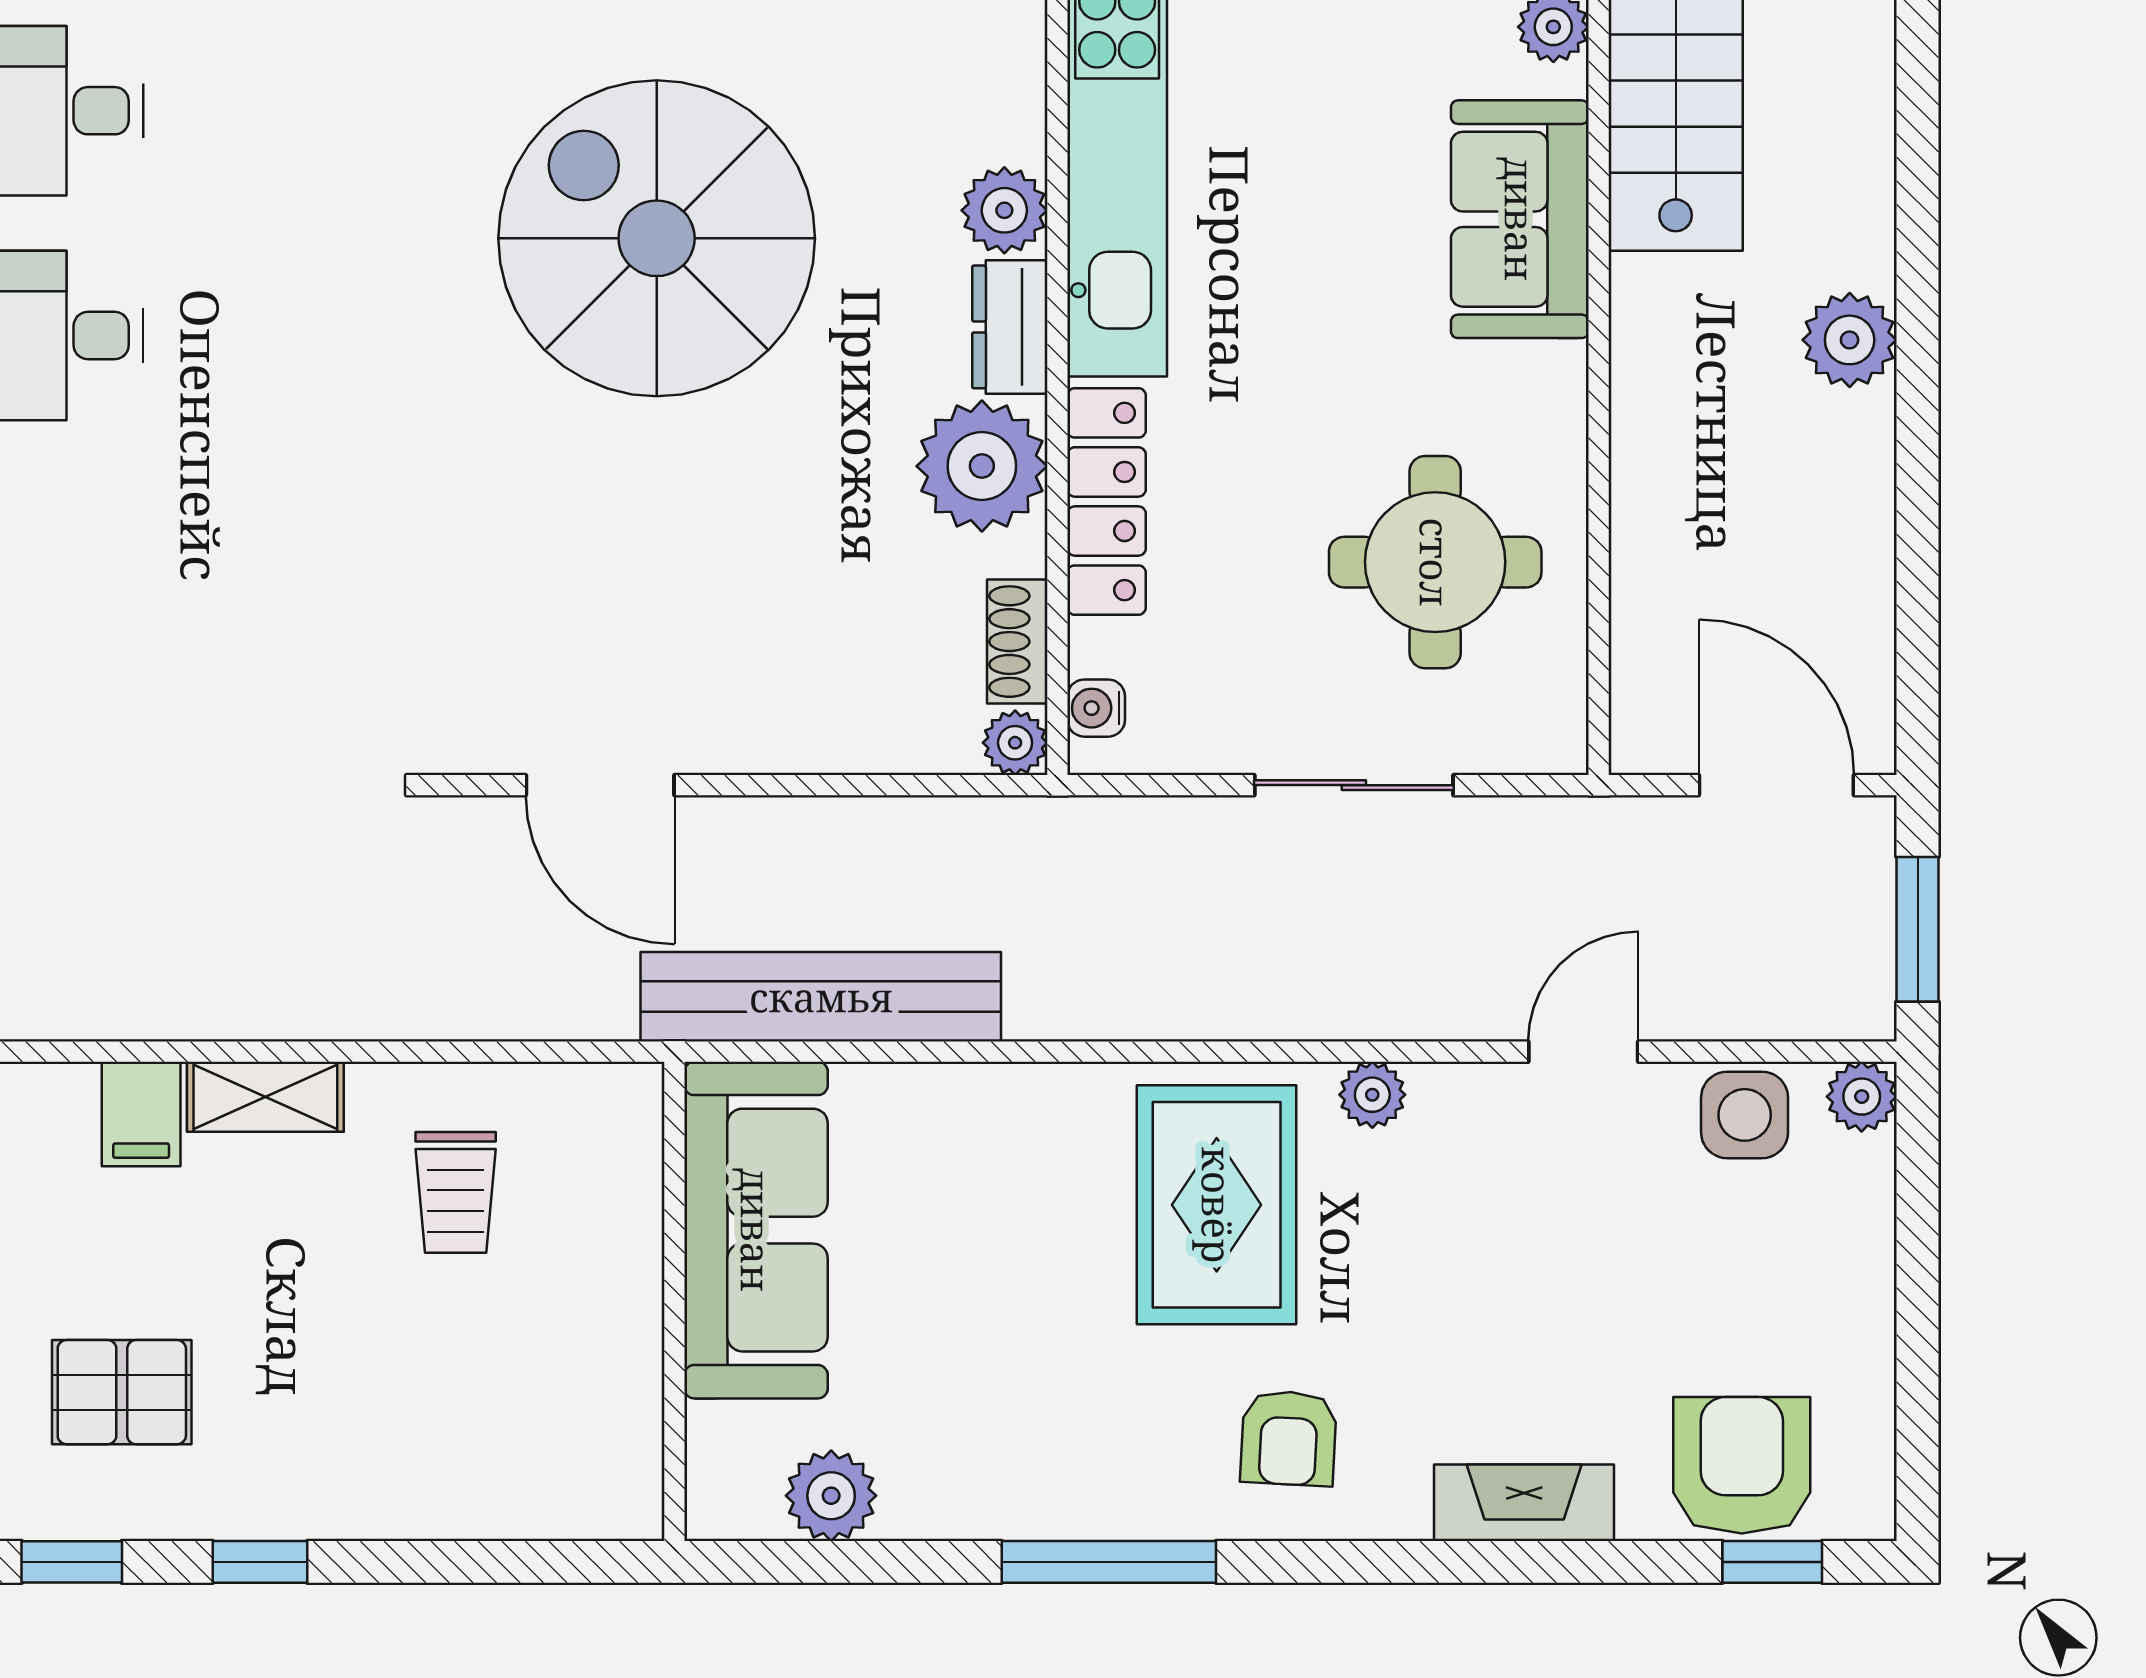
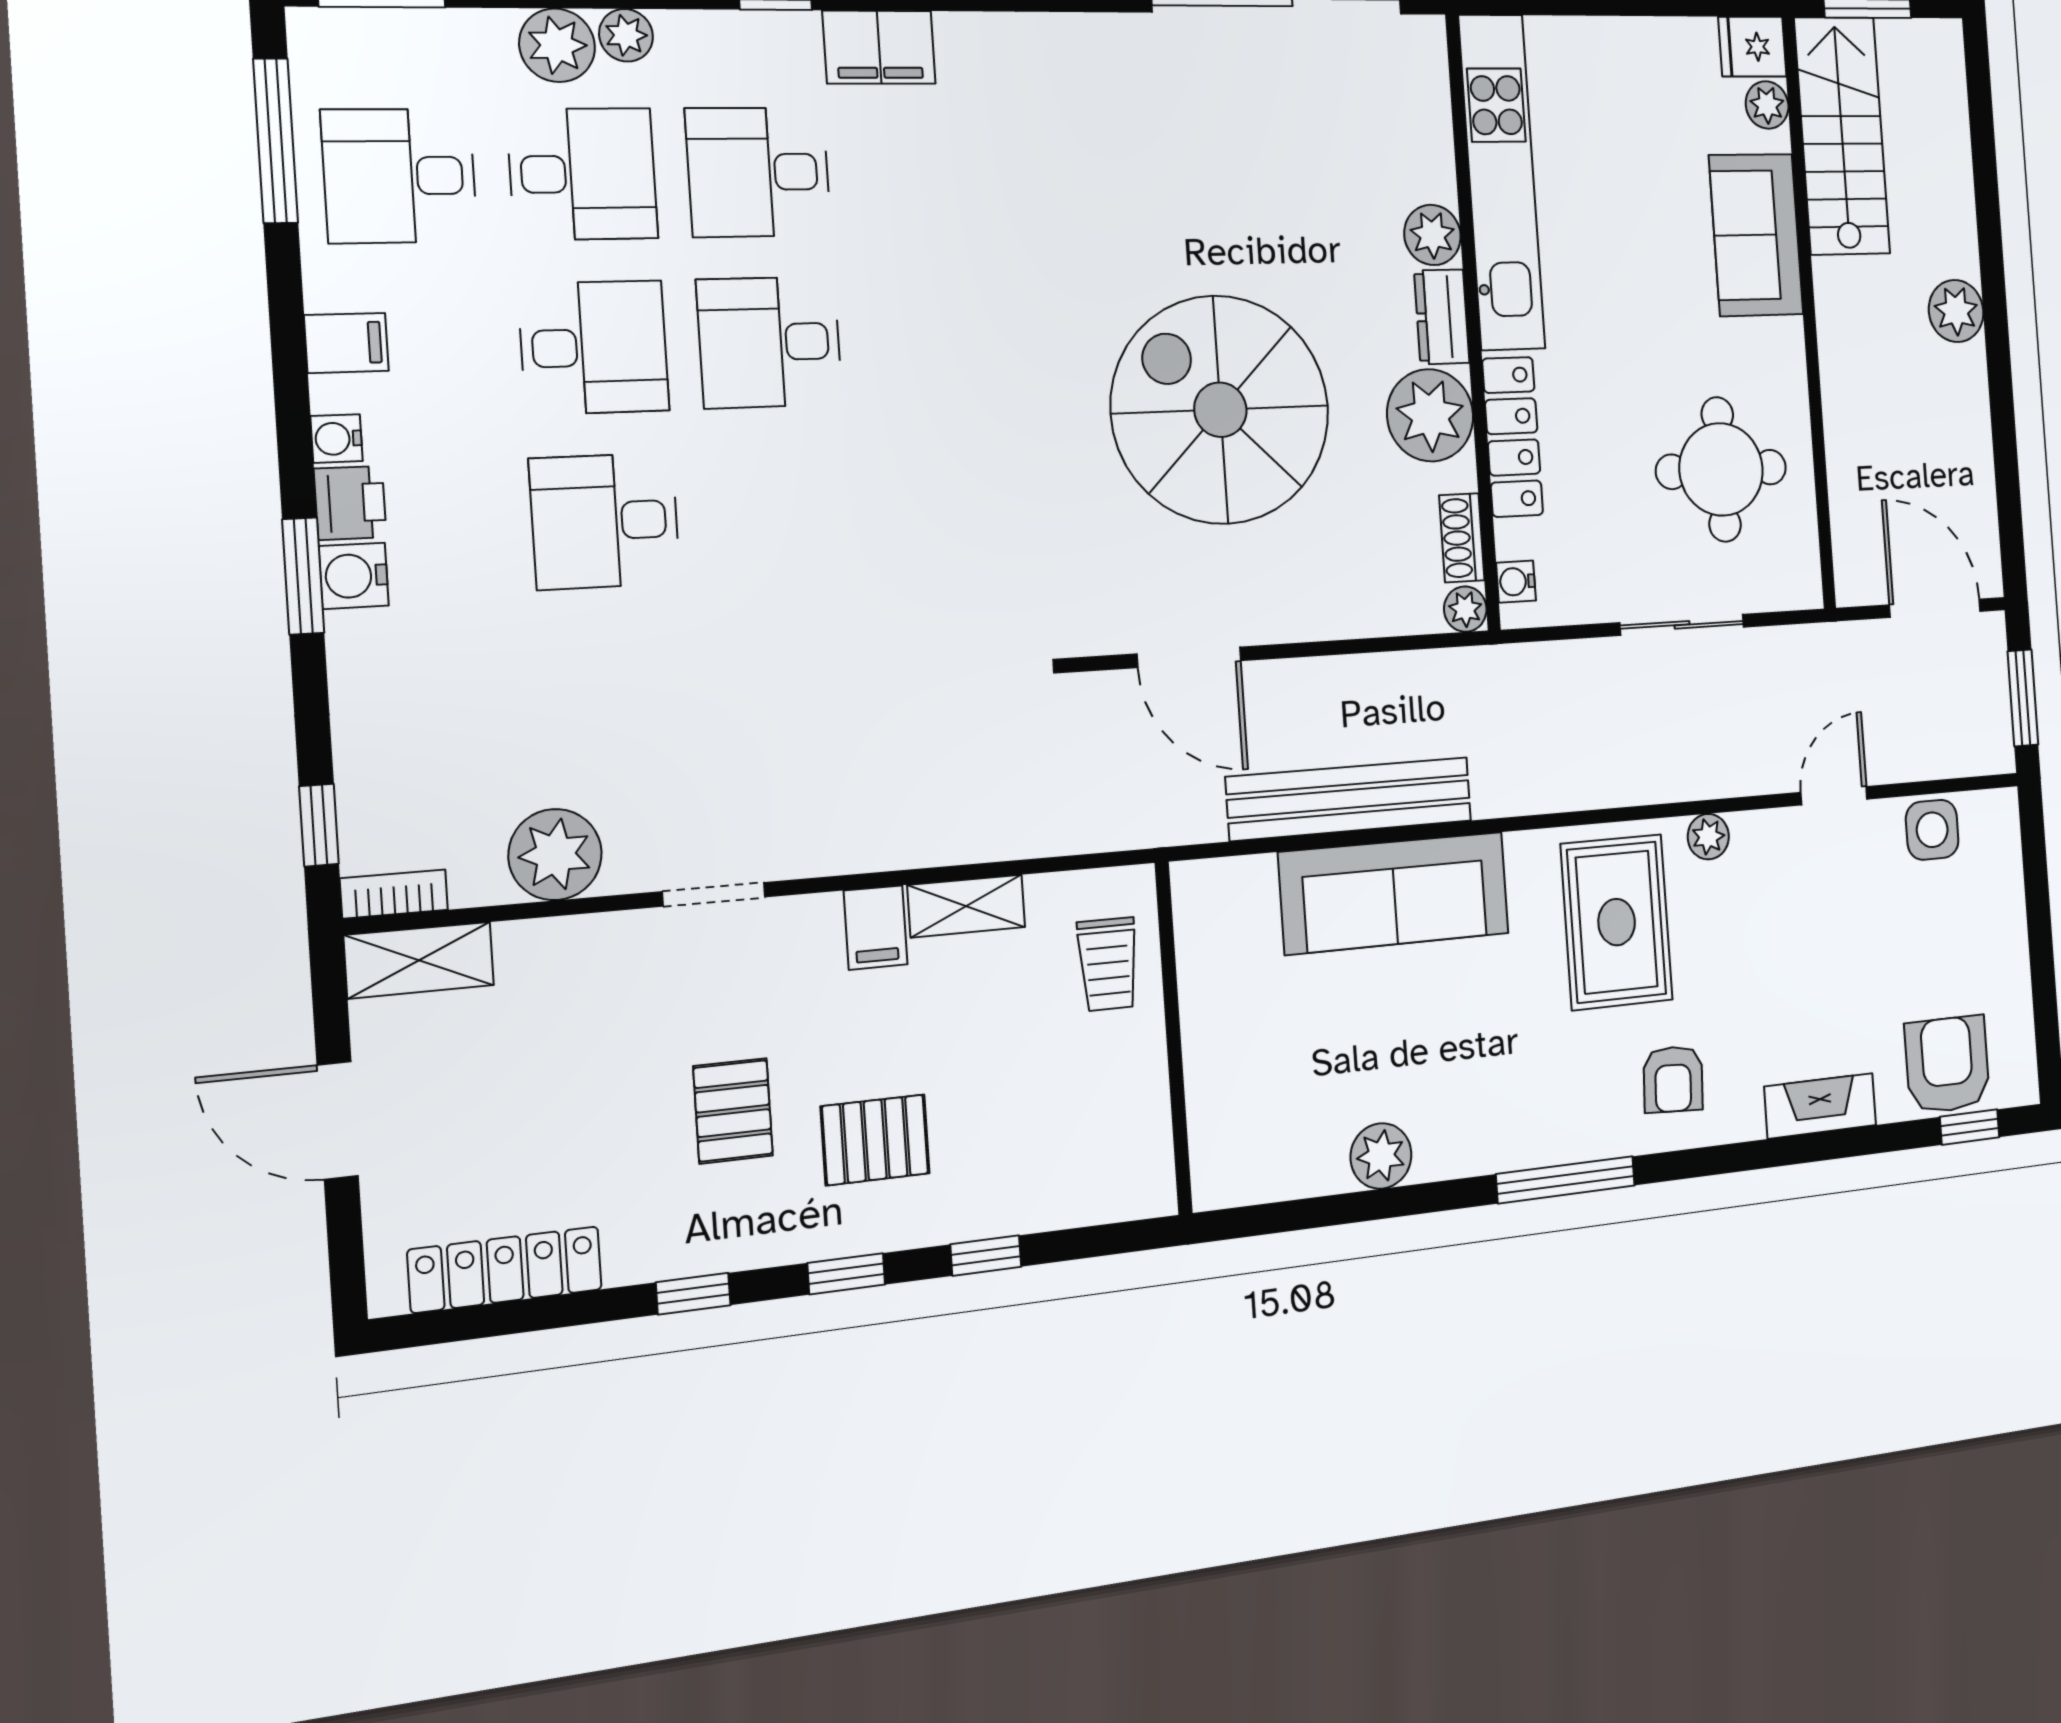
spiral stairs: (657, 238) -> (1220, 410), moved
plant: (1862, 1097) -> (1999, 811), removed
sofa: (756, 1230) -> (1394, 893), moved, turned 90
wall: (674, 1301) -> (1174, 1038), moved

